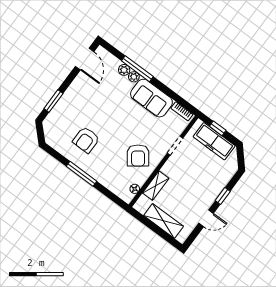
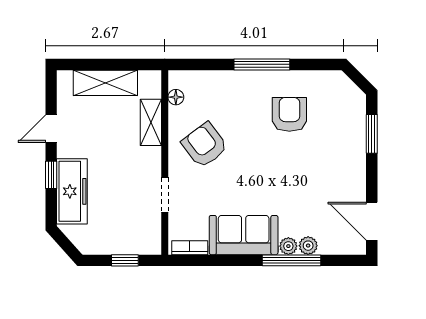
freezer: (214, 141) -> (72, 191), moved, turned 90

